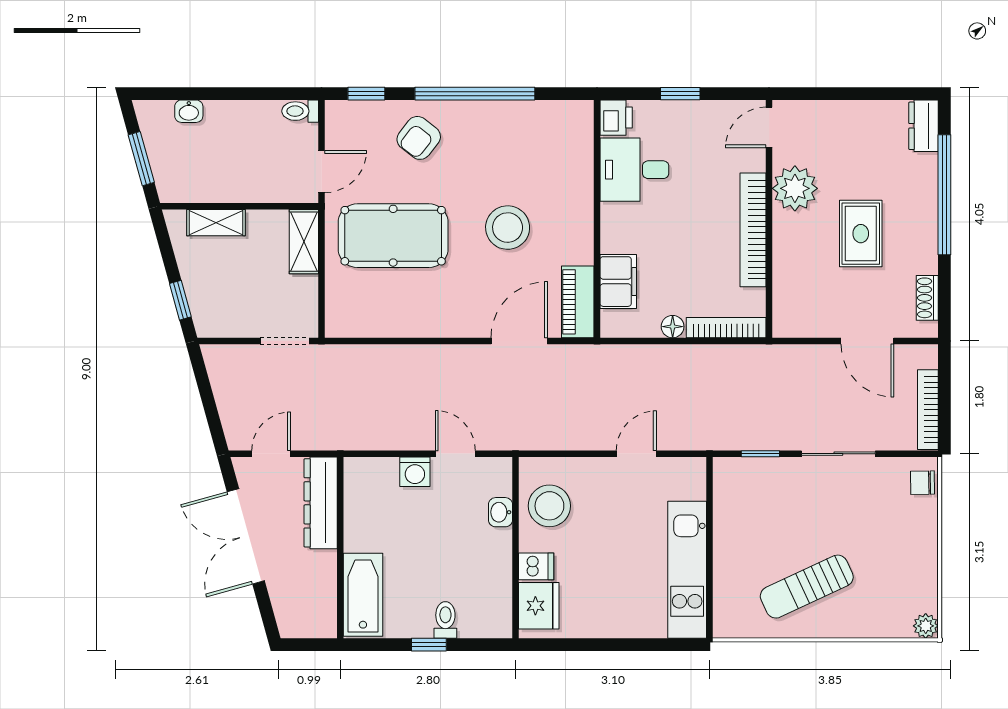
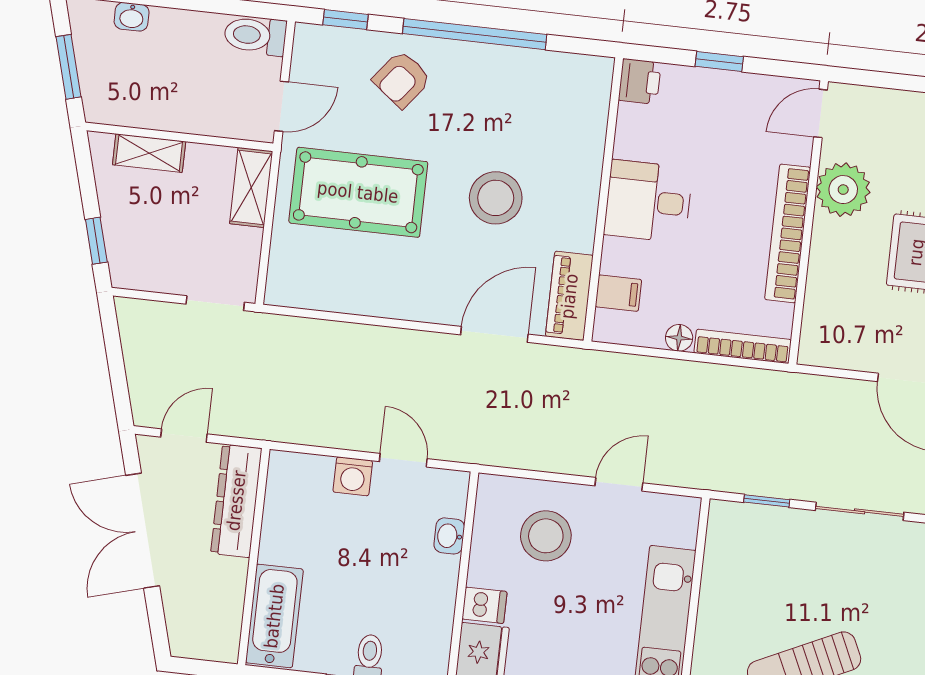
toilet: (300, 111) -> (255, 35), width x1.37, depth x1.39
desk: (634, 170) -> (648, 201), moved
filing cabinet: (618, 282) -> (618, 293), width x0.50
stool: (549, 506) -> (546, 536), moved

